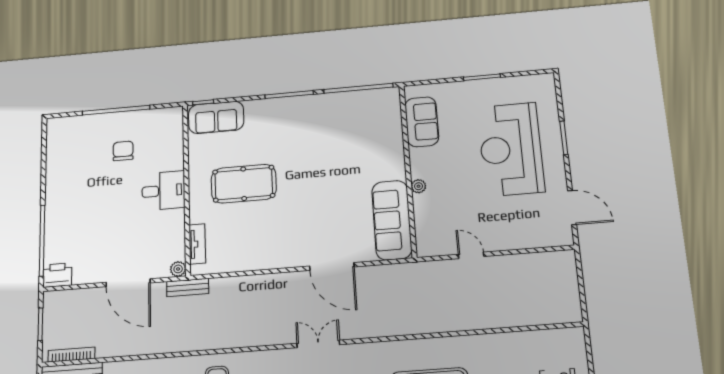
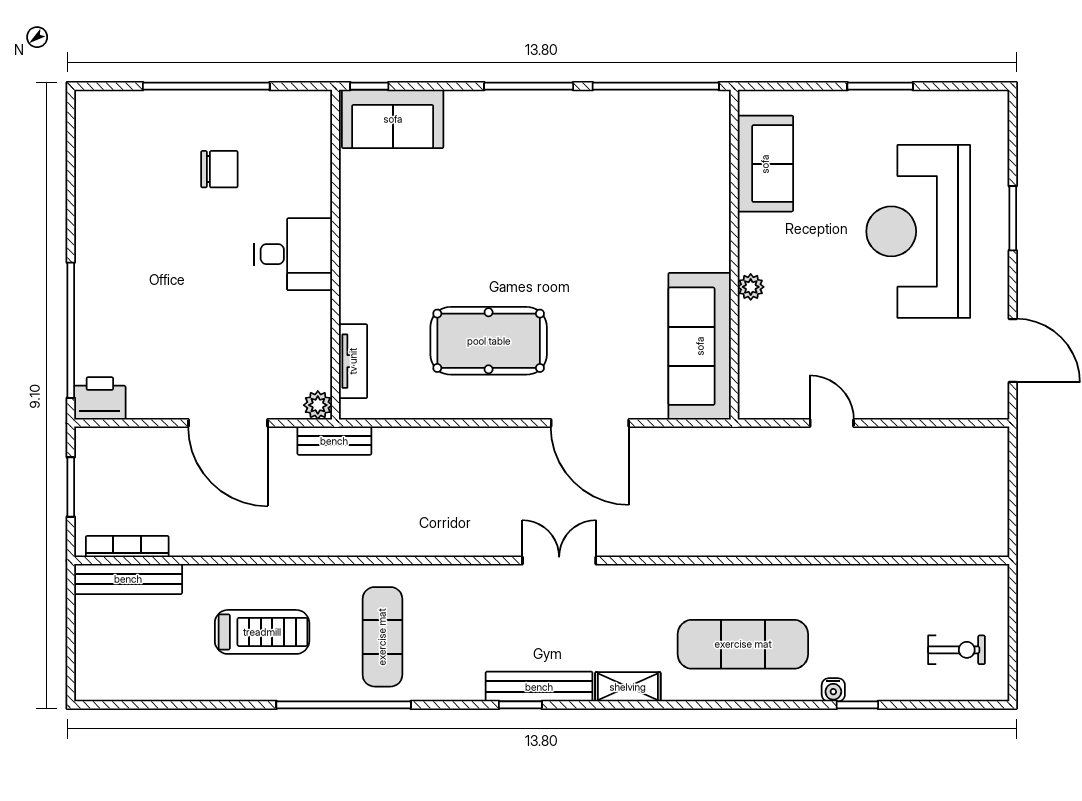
chair: (123, 151) -> (219, 169), turned 90
pool table: (244, 184) -> (489, 341), moved

